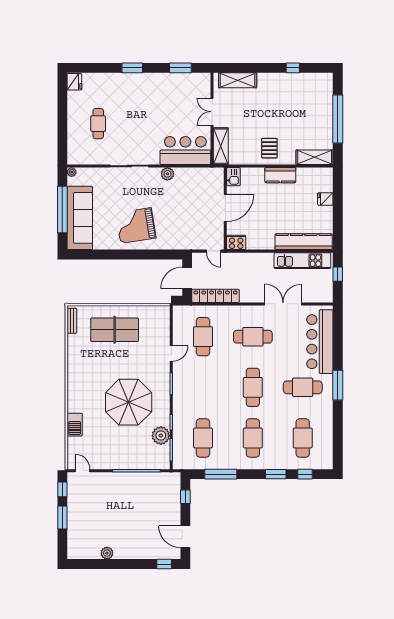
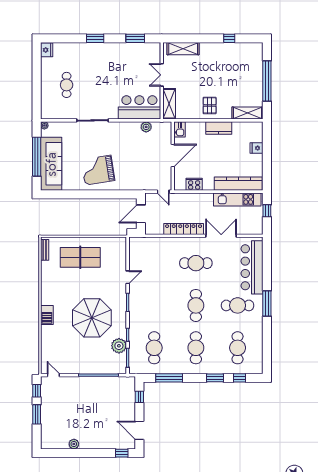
plant: (167, 174) -> (146, 127), moved
cooker: (236, 242) -> (194, 184), moved
locker: (216, 296) -> (184, 229), moved
cafe table: (203, 337) -> (154, 263), removed
barbecue: (75, 425) -> (47, 315), moved

